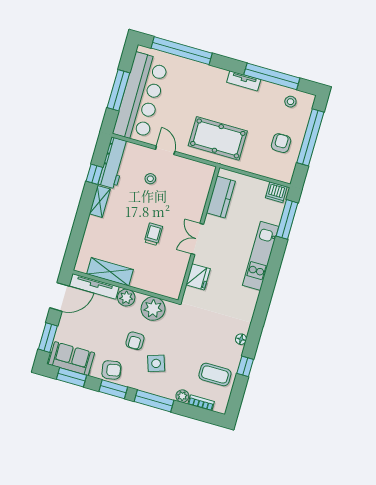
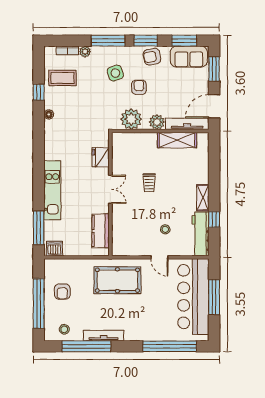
tv unit: (244, 81) -> (103, 336), width x1.41

